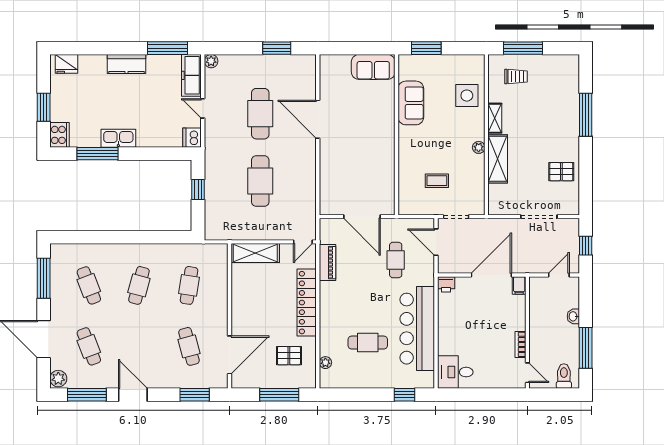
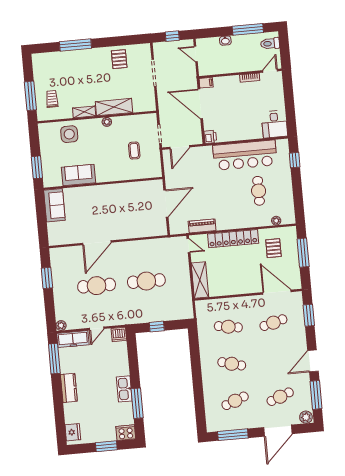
cafe table: (396, 260) -> (196, 176), removed

